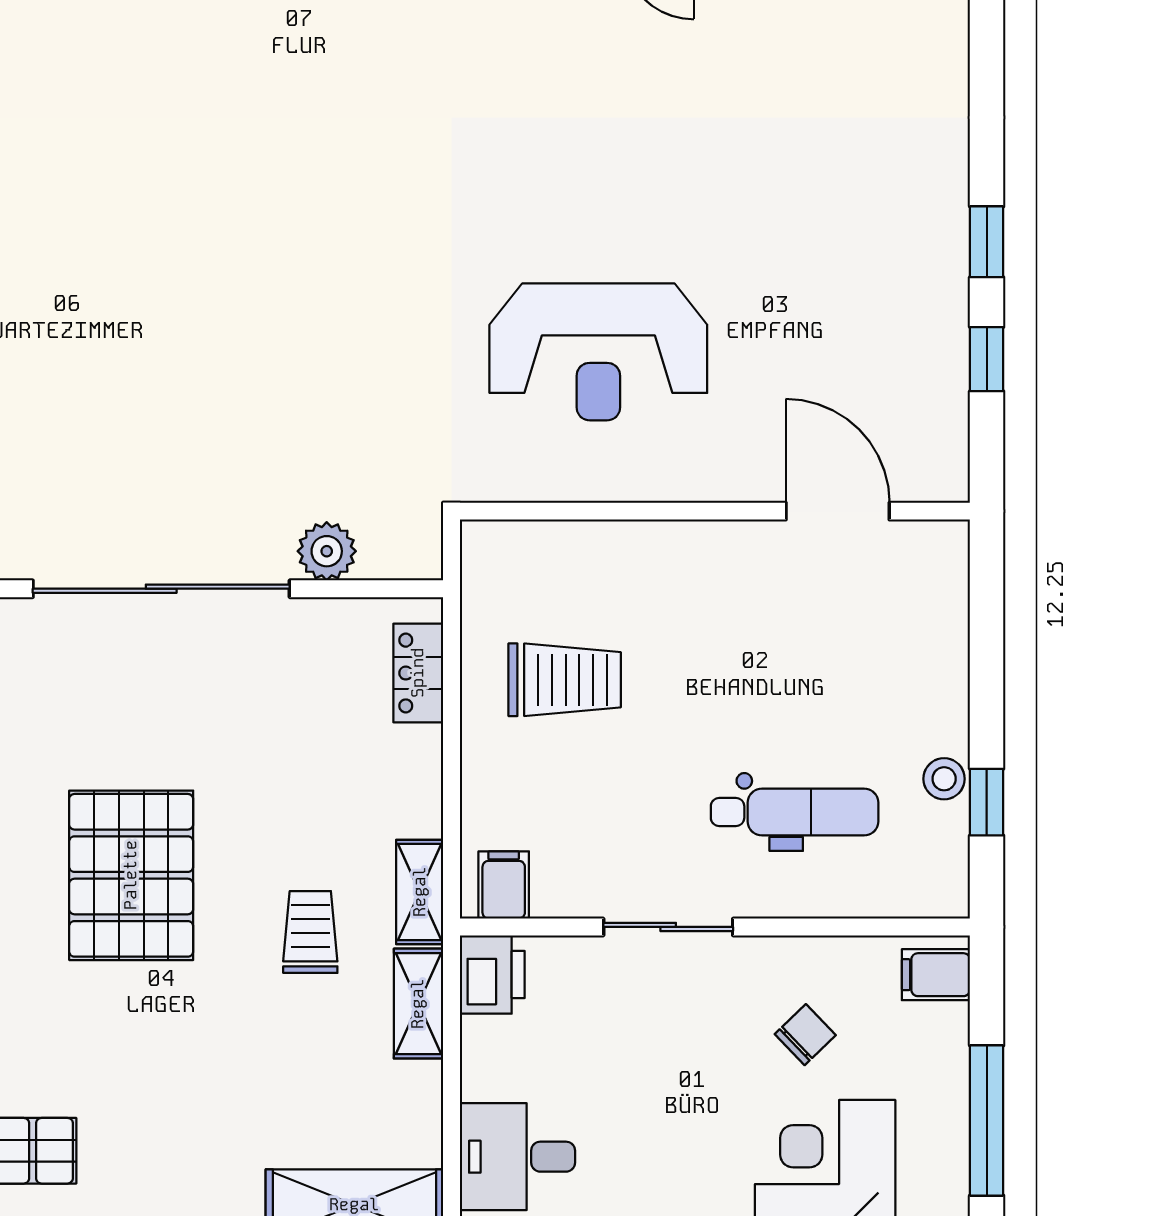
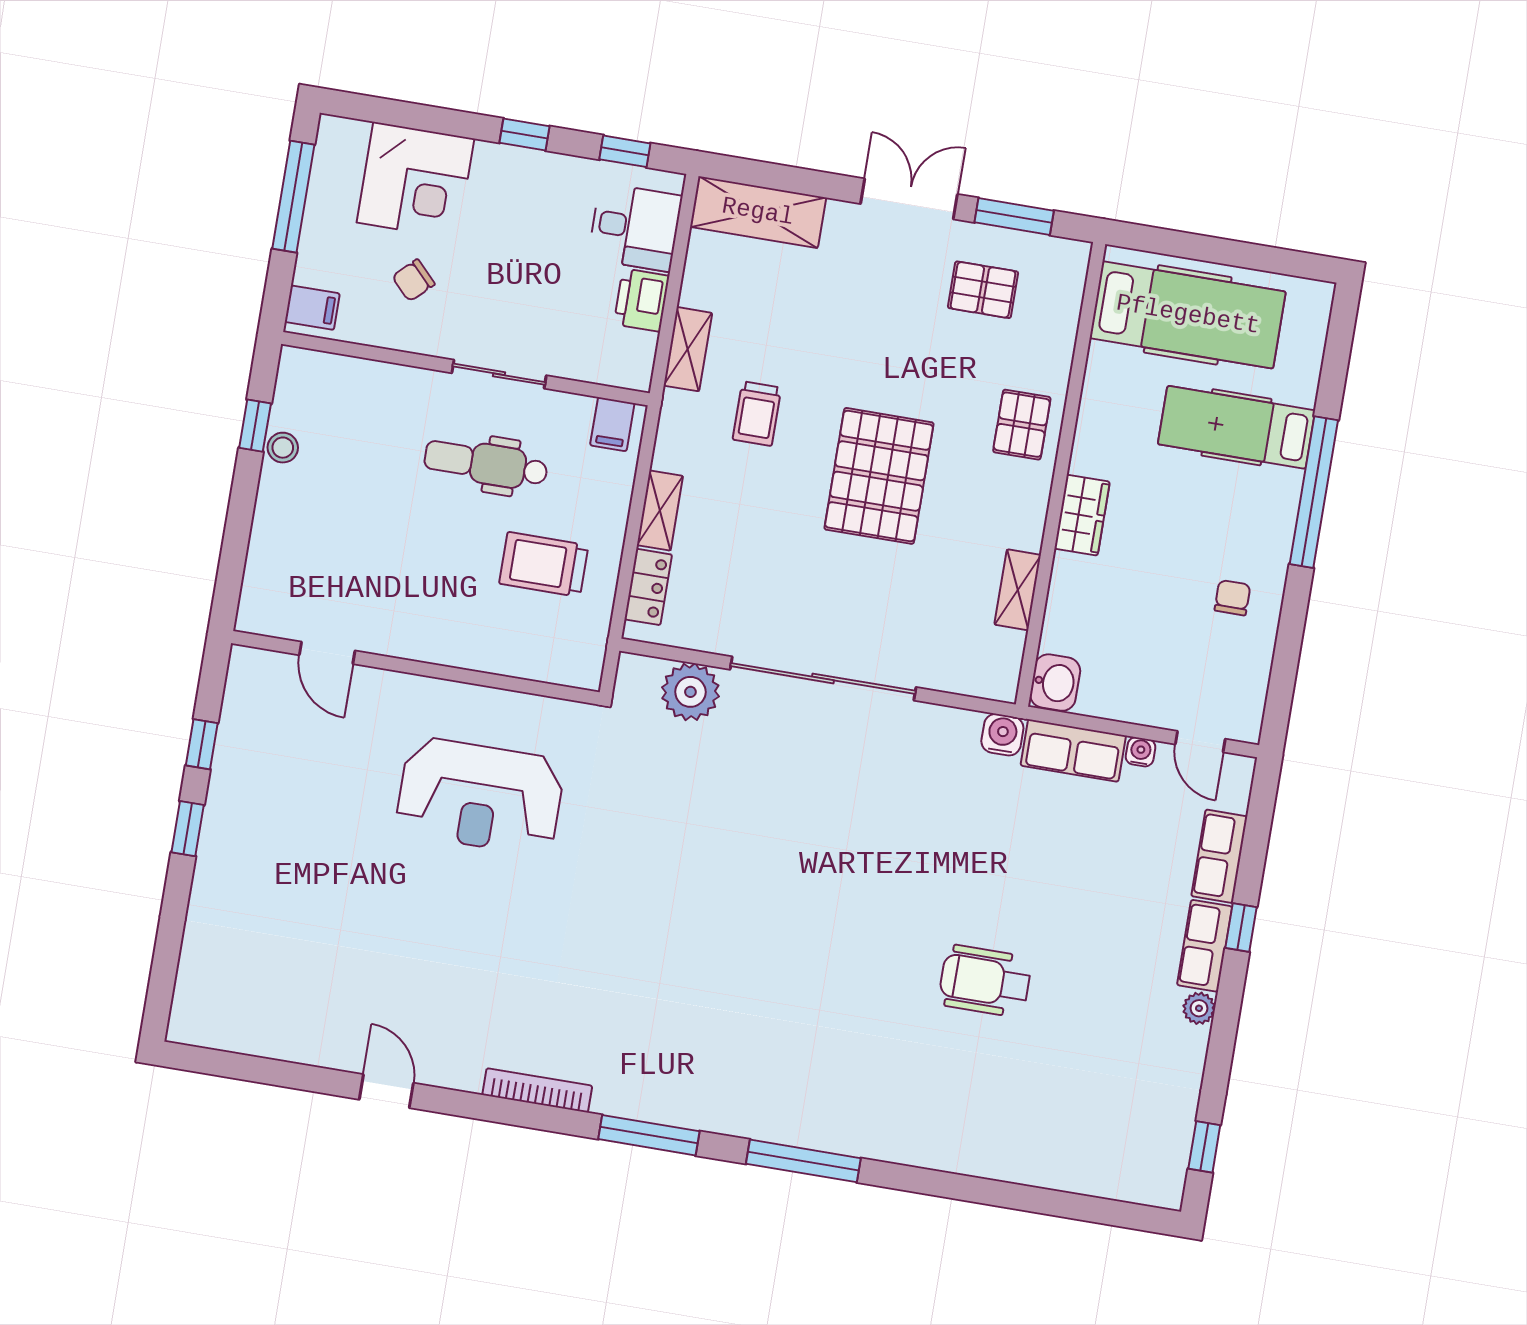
reception desk: (598, 352) -> (480, 796), turned 180
door: (838, 511) -> (327, 653), width x0.73
plant: (327, 551) -> (690, 692), width x1.36, depth x1.36
dental chair: (795, 812) -> (486, 464), moved
shelving: (420, 892) -> (660, 511), moved
printer: (492, 975) -> (642, 300), moved

